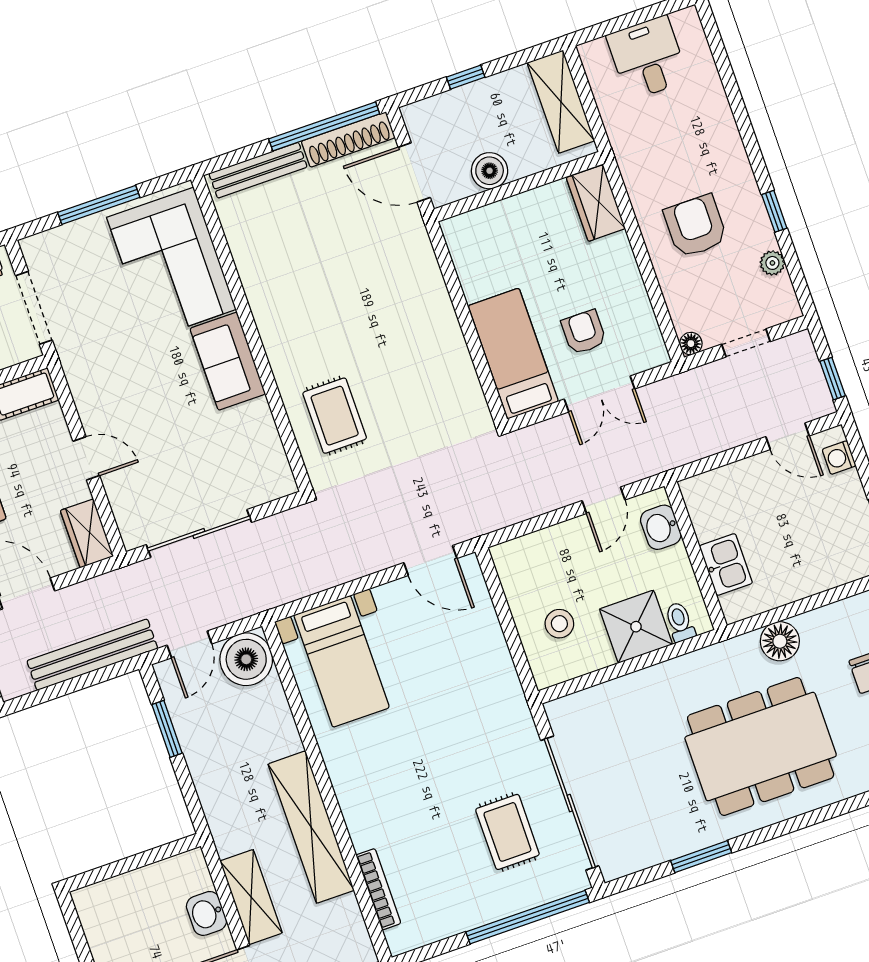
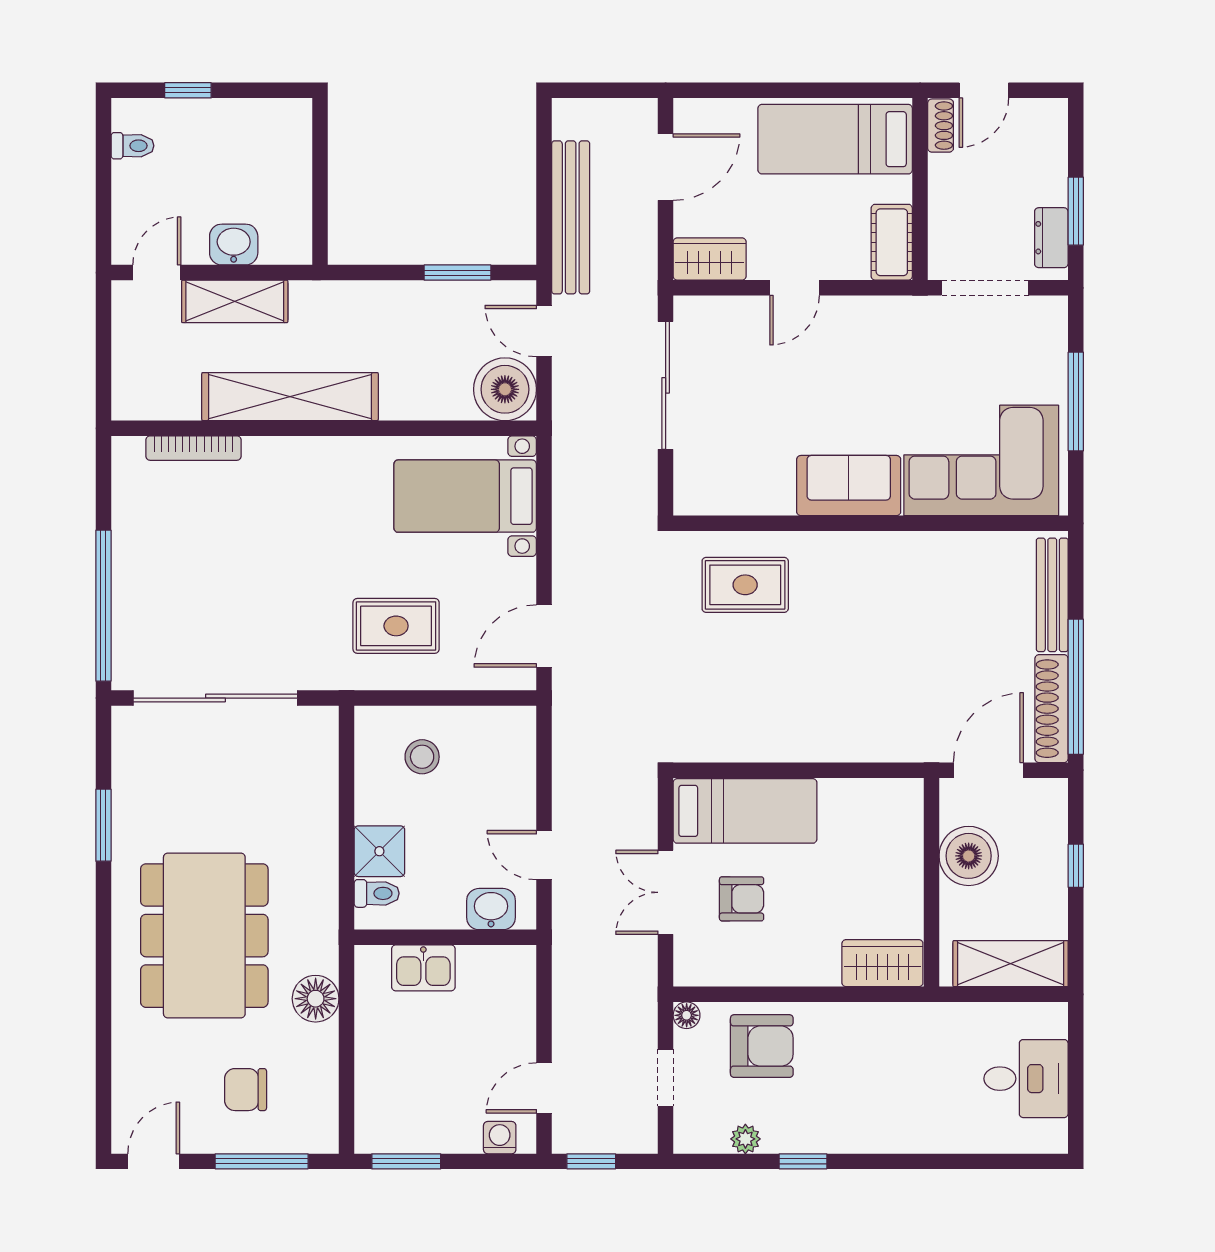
boiler: (490, 171) -> (969, 856), width x1.37, depth x1.37
armchair: (695, 226) -> (762, 1046), moved
shower: (636, 627) -> (379, 851), width x0.73, depth x0.73
rug: (507, 832) -> (396, 626), moved

